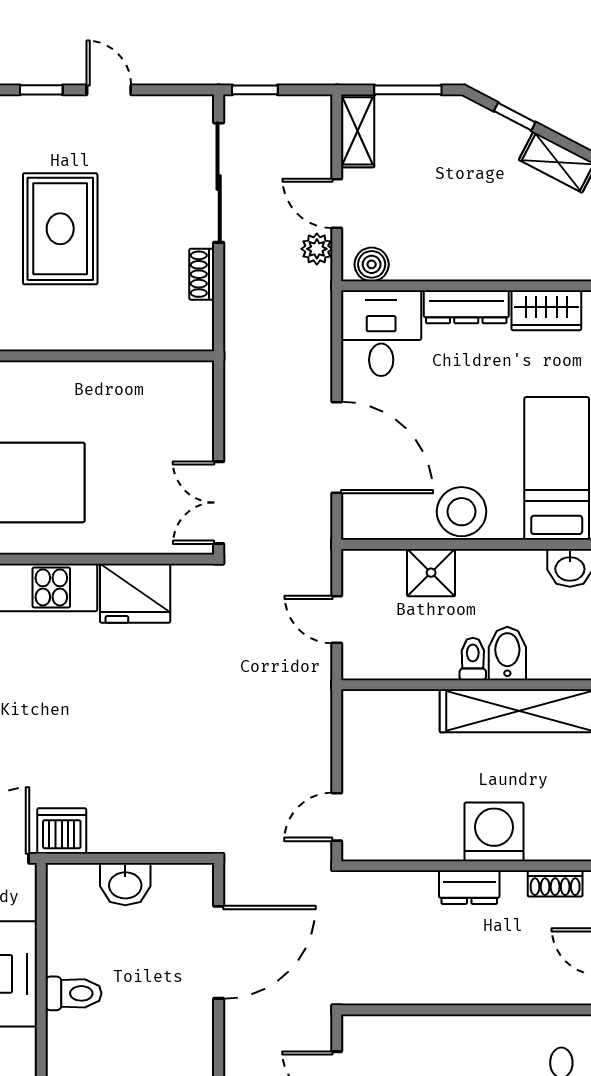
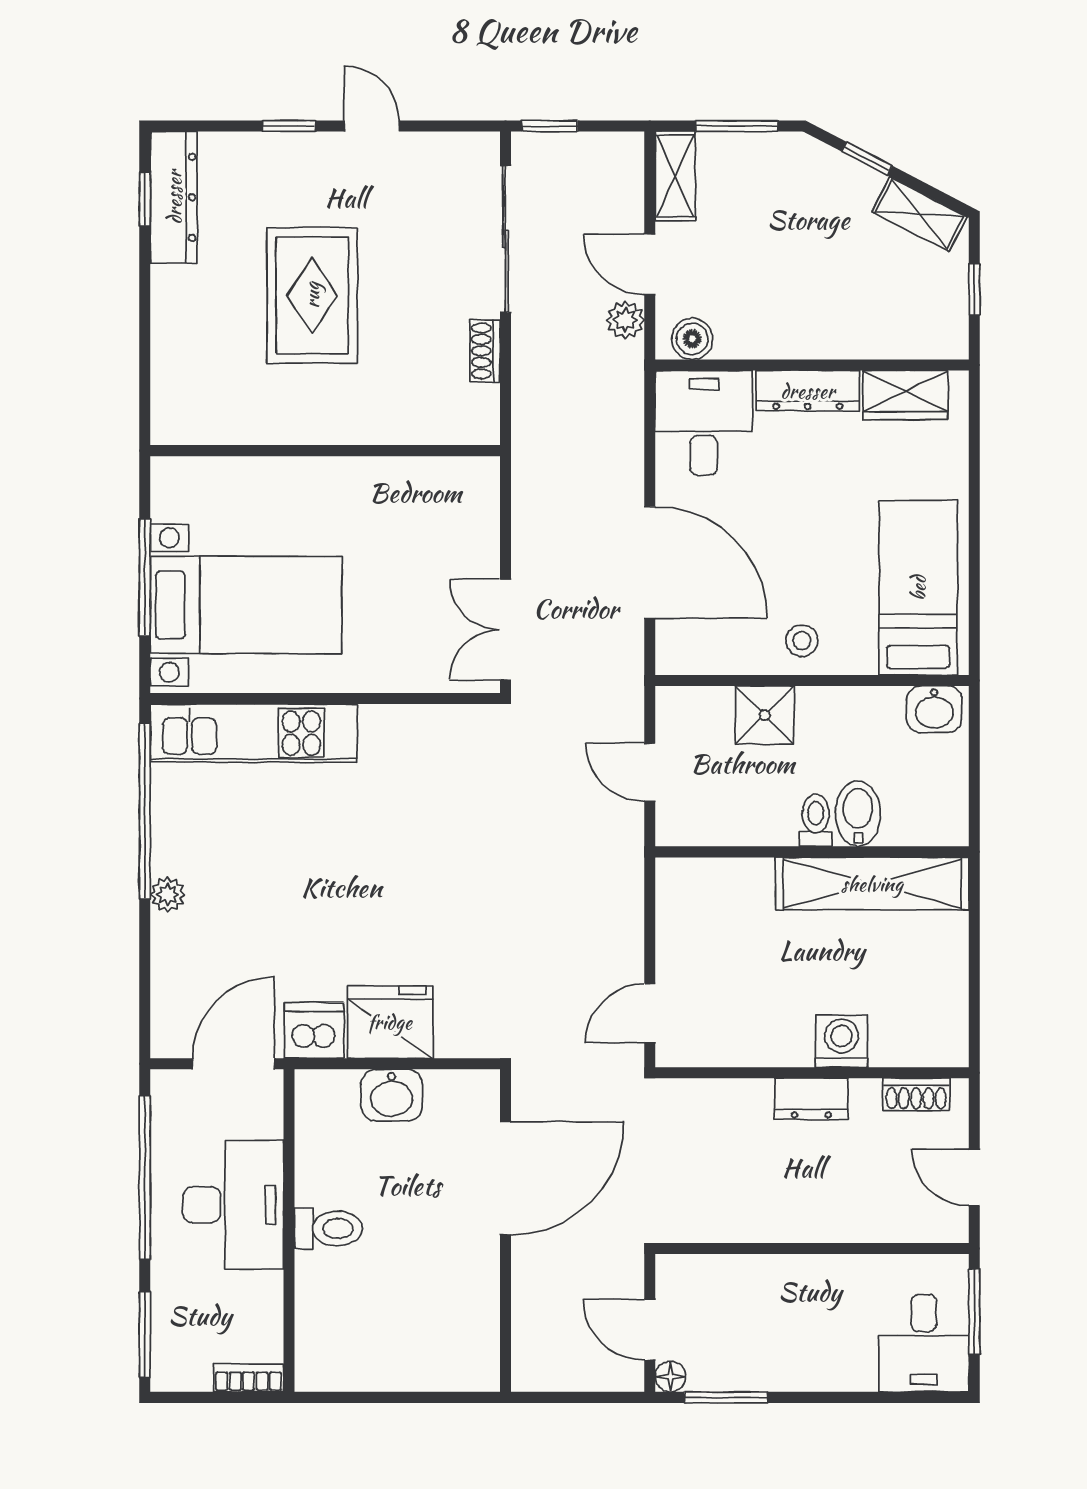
stool: (462, 512) -> (802, 641), width x0.53, depth x0.53
fridge: (135, 593) -> (390, 1022), moved, turned 180
washing machine: (494, 832) -> (842, 1041), width x0.73, depth x0.73

